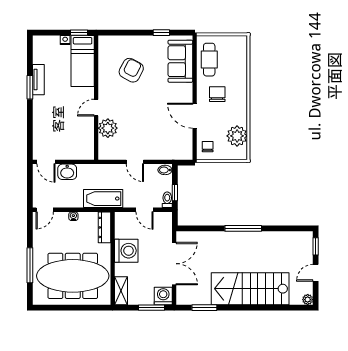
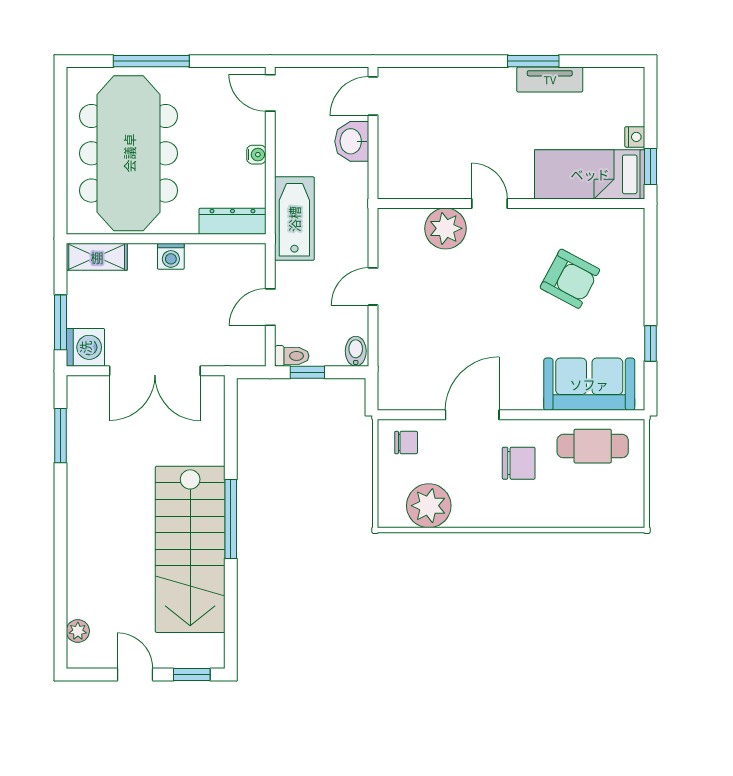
washing machine: (126, 251) -> (171, 256), width x0.53, depth x0.53
stairs: (250, 289) -> (190, 549), moved, turned 180
plant: (308, 300) -> (78, 631), moved

